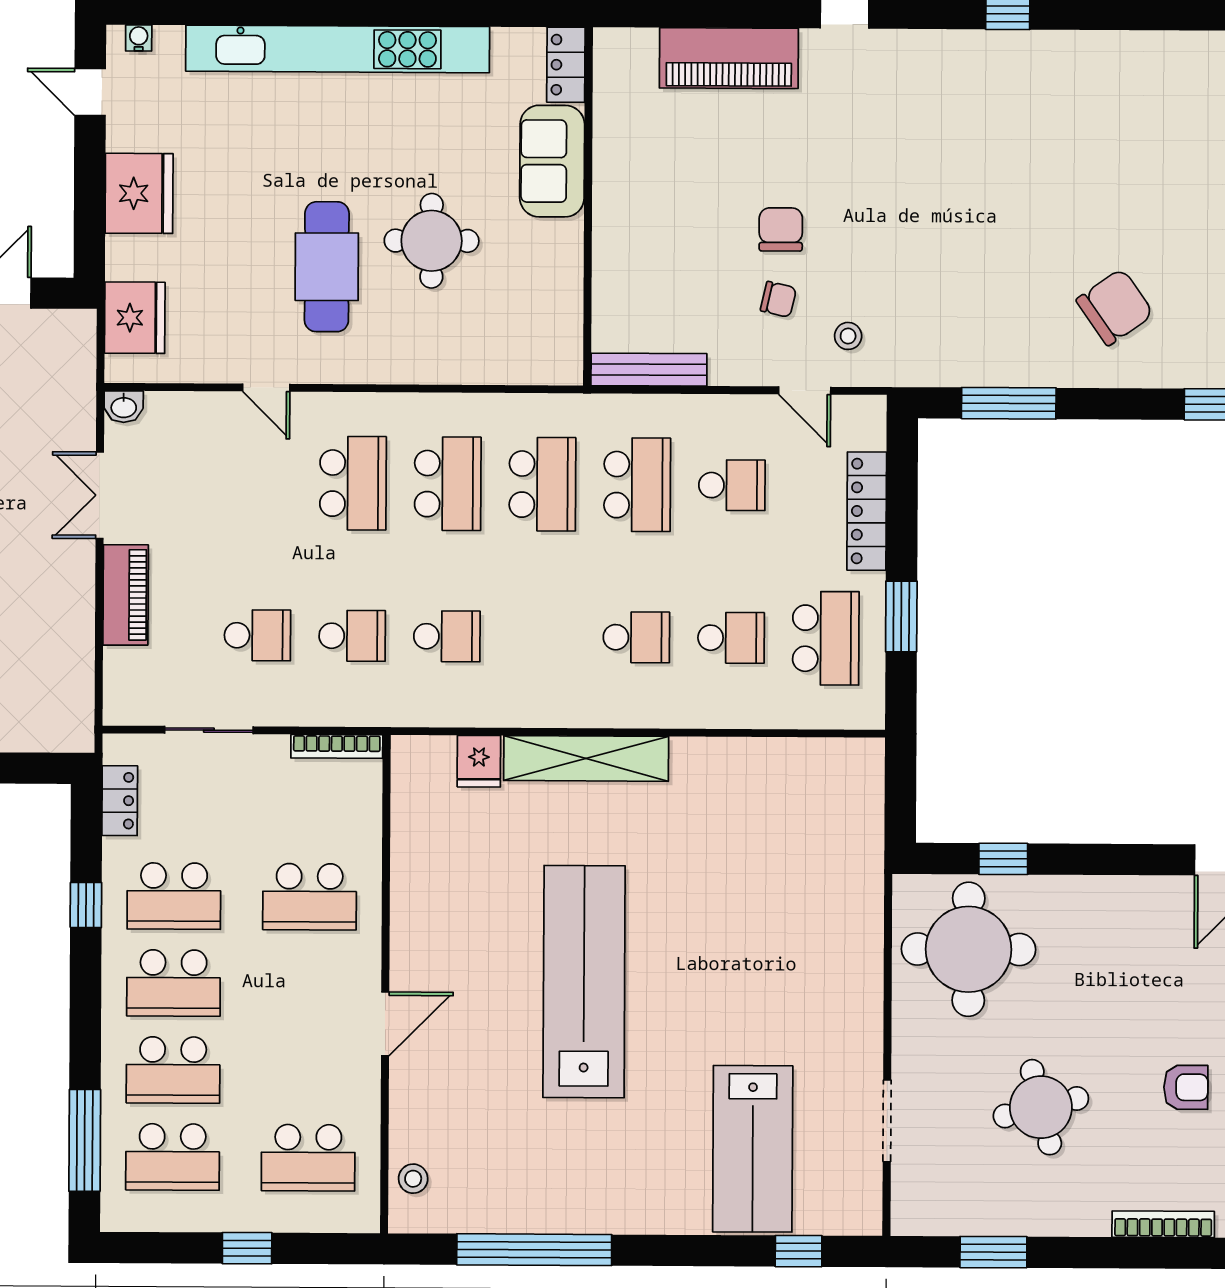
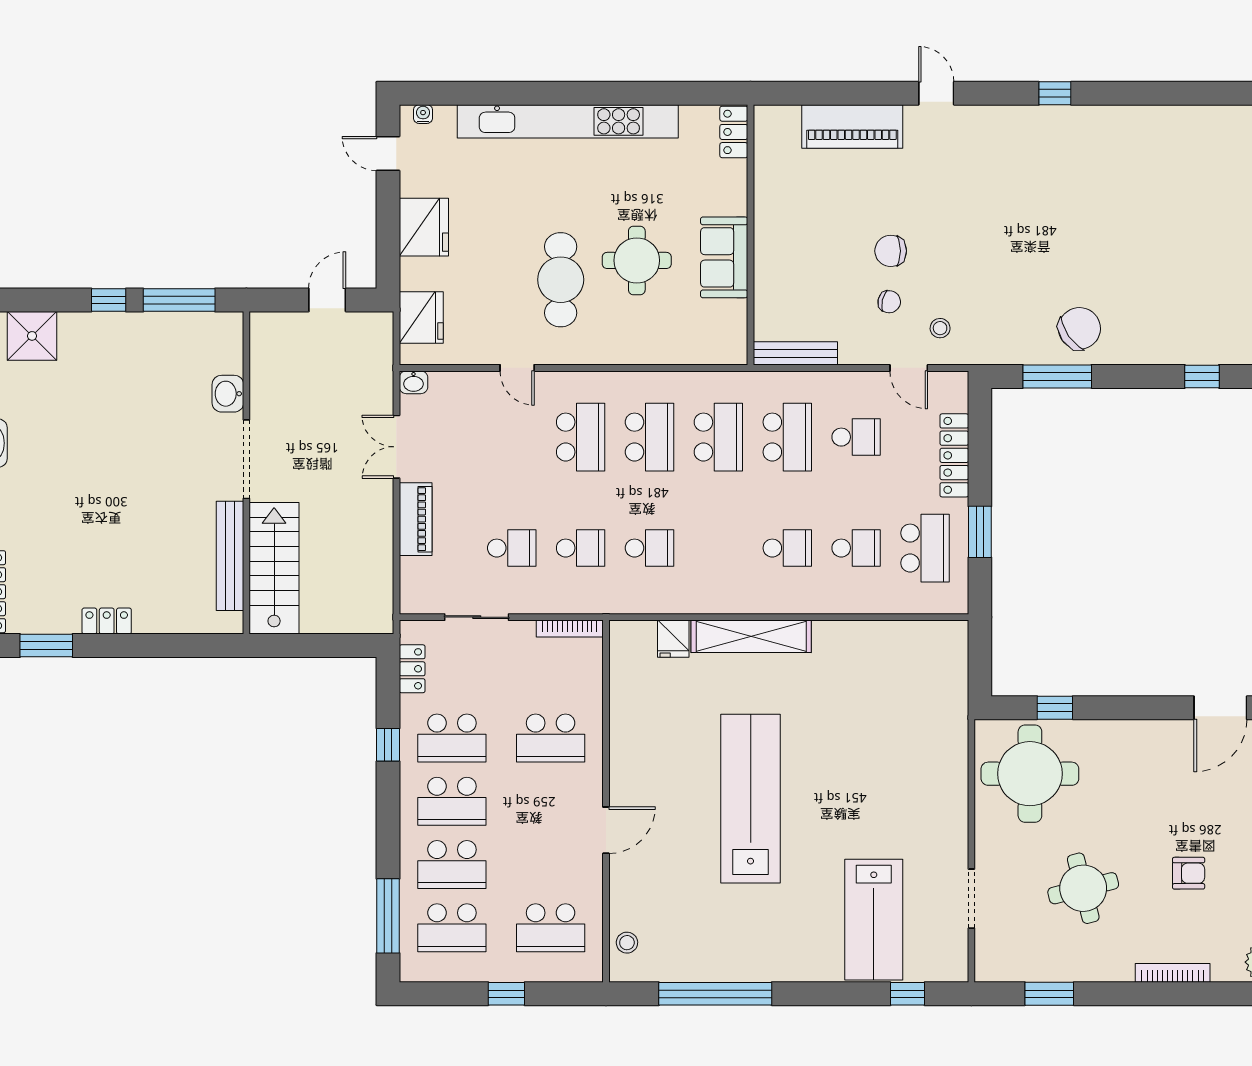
sofa: (552, 161) -> (724, 257), moved
chair: (781, 229) -> (891, 251), turned -90
chair: (1115, 307) -> (1079, 328), moved

